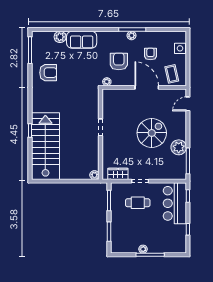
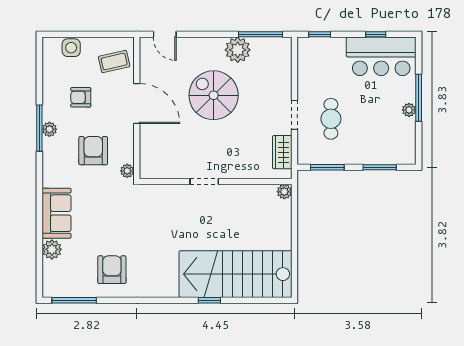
armchair: (119, 61) -> (93, 151), turned 90
door: (147, 87) -> (137, 104), swing flipped
bar counter: (175, 203) -> (381, 56), moved

